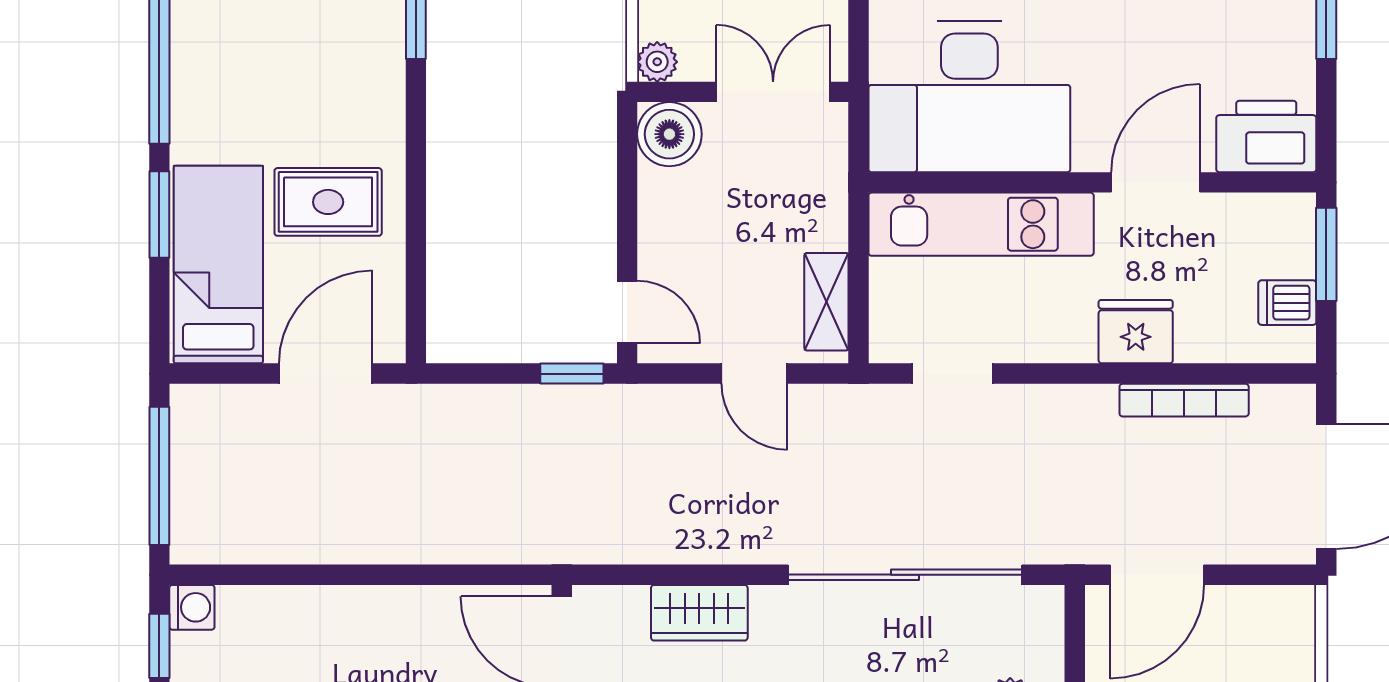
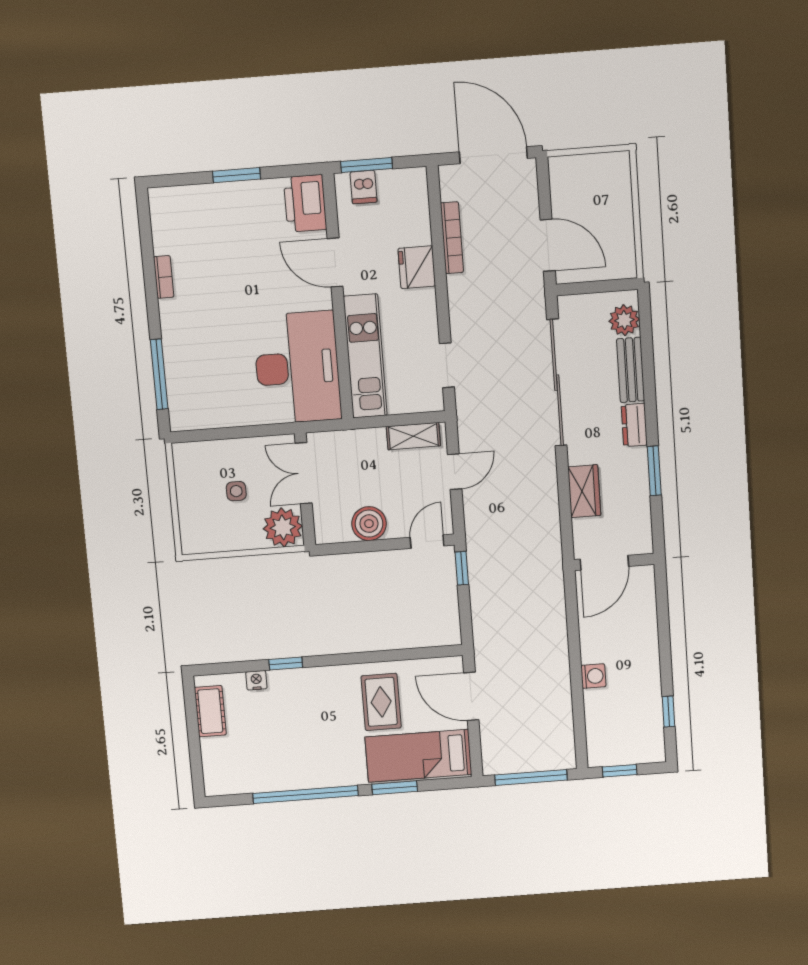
plant: (657, 62) -> (283, 527), width x1.88, depth x1.88
boiler: (669, 134) -> (369, 524), moved
dishwasher: (1287, 303) -> (364, 187), moved
washing machine: (192, 607) -> (593, 676), moved, turned 90

